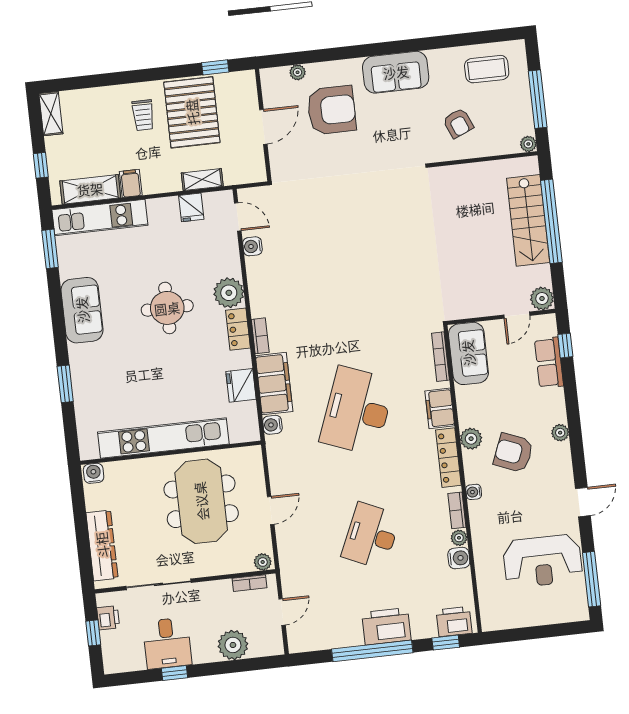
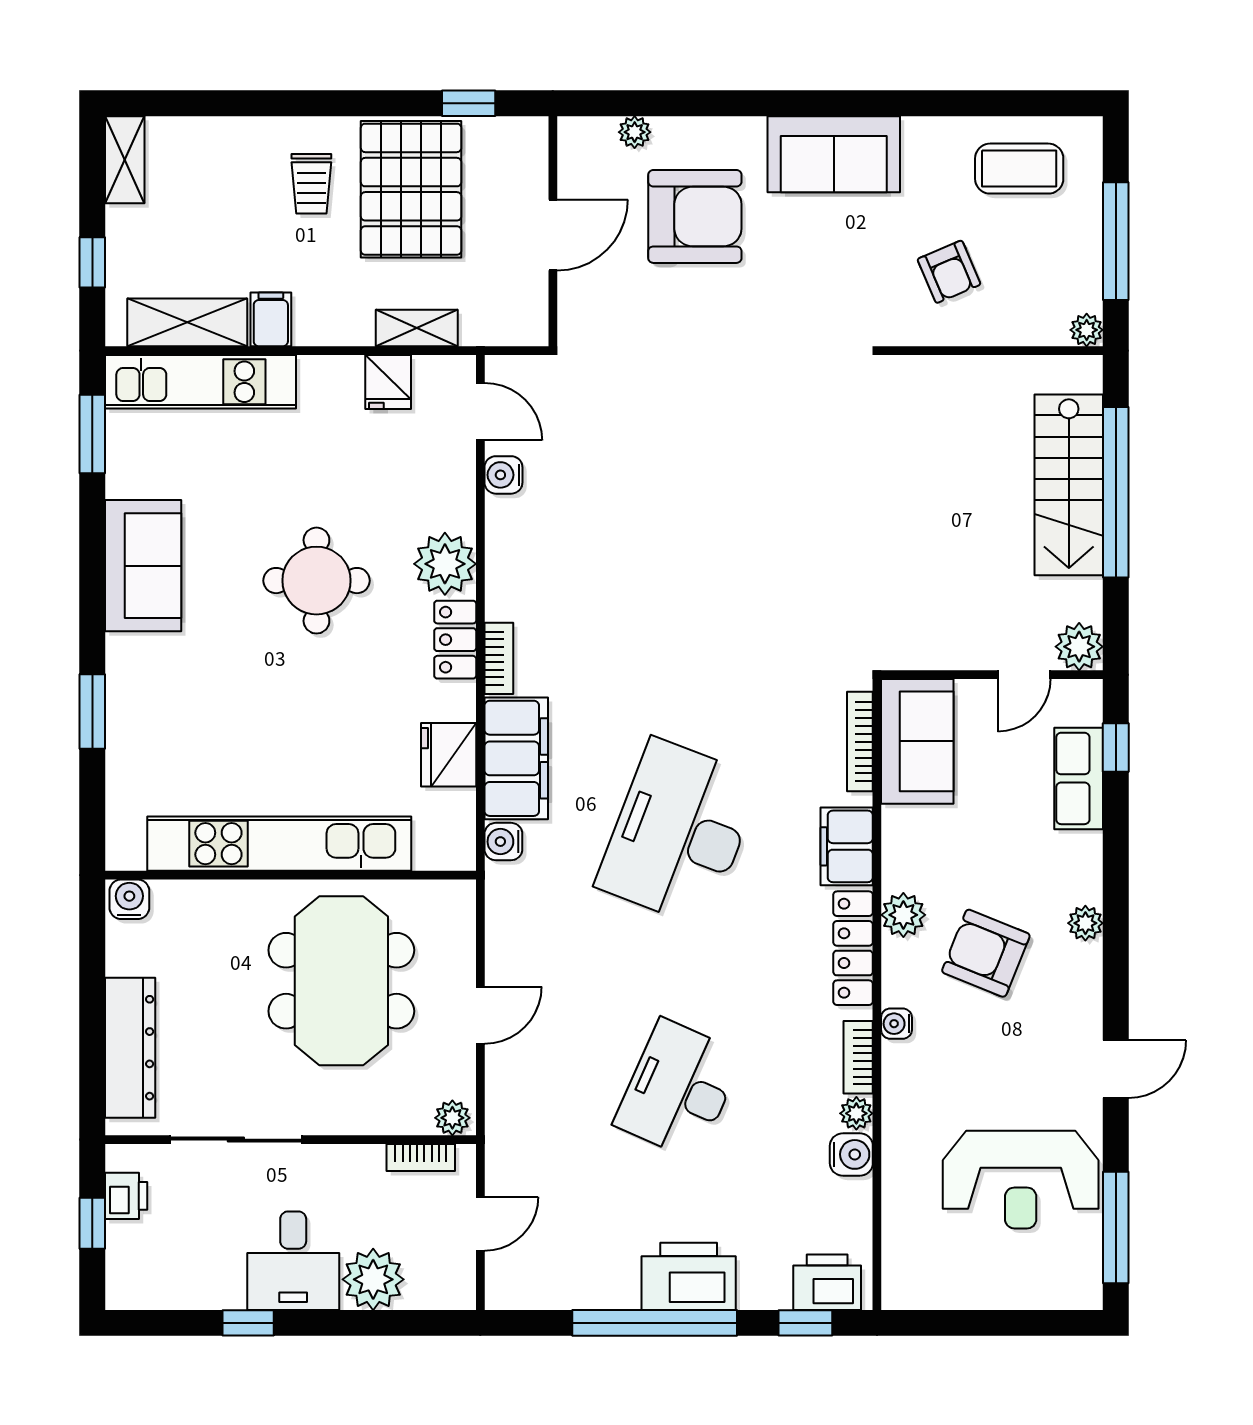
desk: (167, 643) -> (293, 1261), moved

